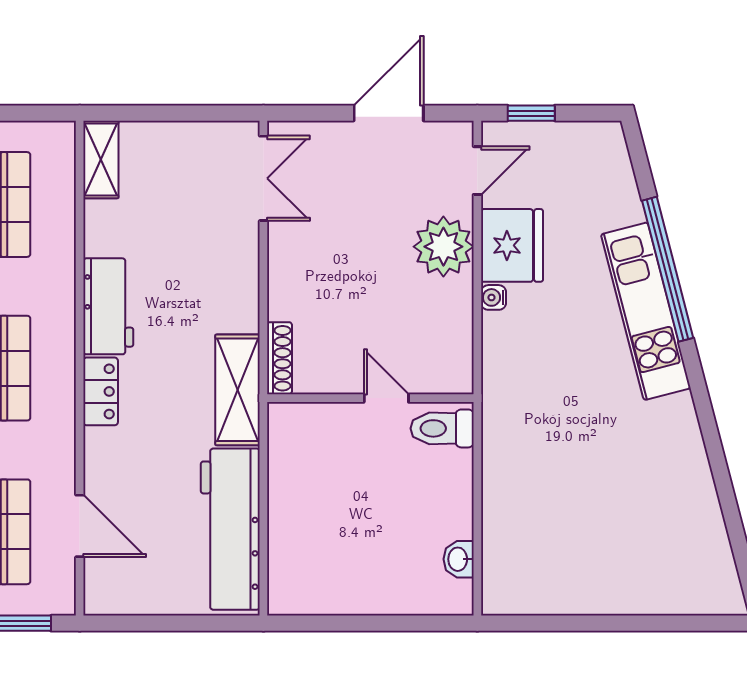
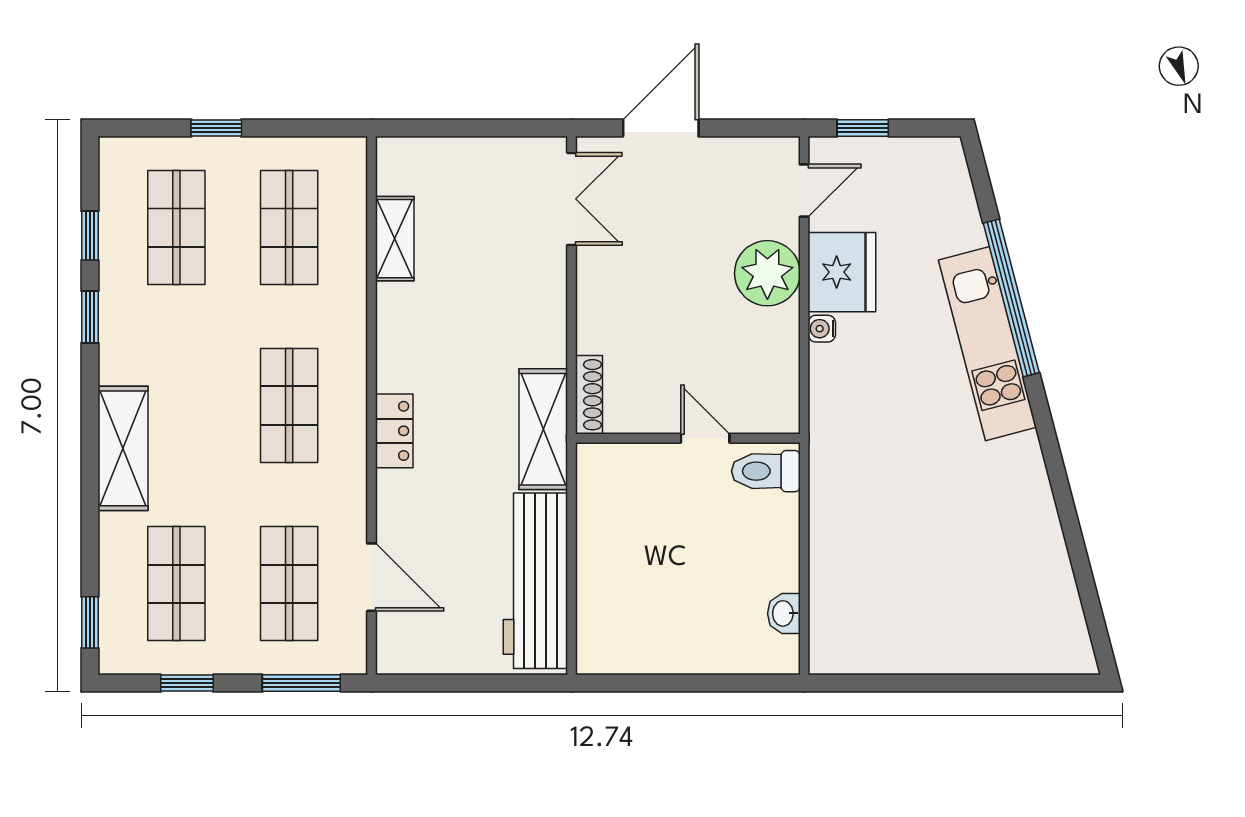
door: (389, 113) -> (661, 128), moved
shelving: (101, 160) -> (395, 239), moved
workbench: (108, 306) -> (403, 338), removed

